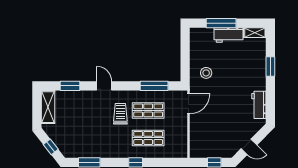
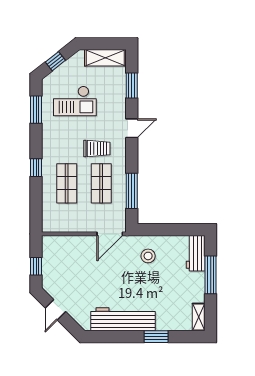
workbench: (228, 35) -> (196, 253), moved
door: (188, 104) -> (110, 234), hinge flipped
workbench: (259, 105) -> (123, 319), width x1.88, depth x1.32
checkout: (82, 131) -> (75, 101), added

